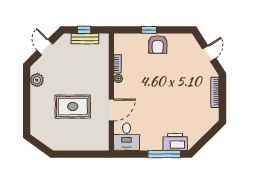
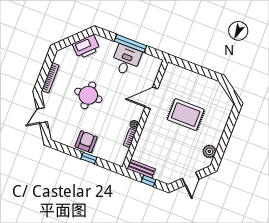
bench: (85, 39) -> (141, 169), moved
round table: (172, 89) -> (88, 95), added
desk: (127, 137) -> (126, 60), moved
printer: (175, 142) -> (86, 47), moved, turned -45
window: (164, 154) -> (130, 43), moved

